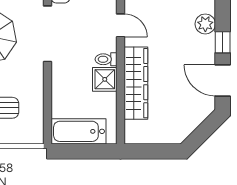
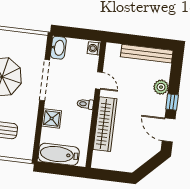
shower: (105, 79) -> (52, 118), moved

